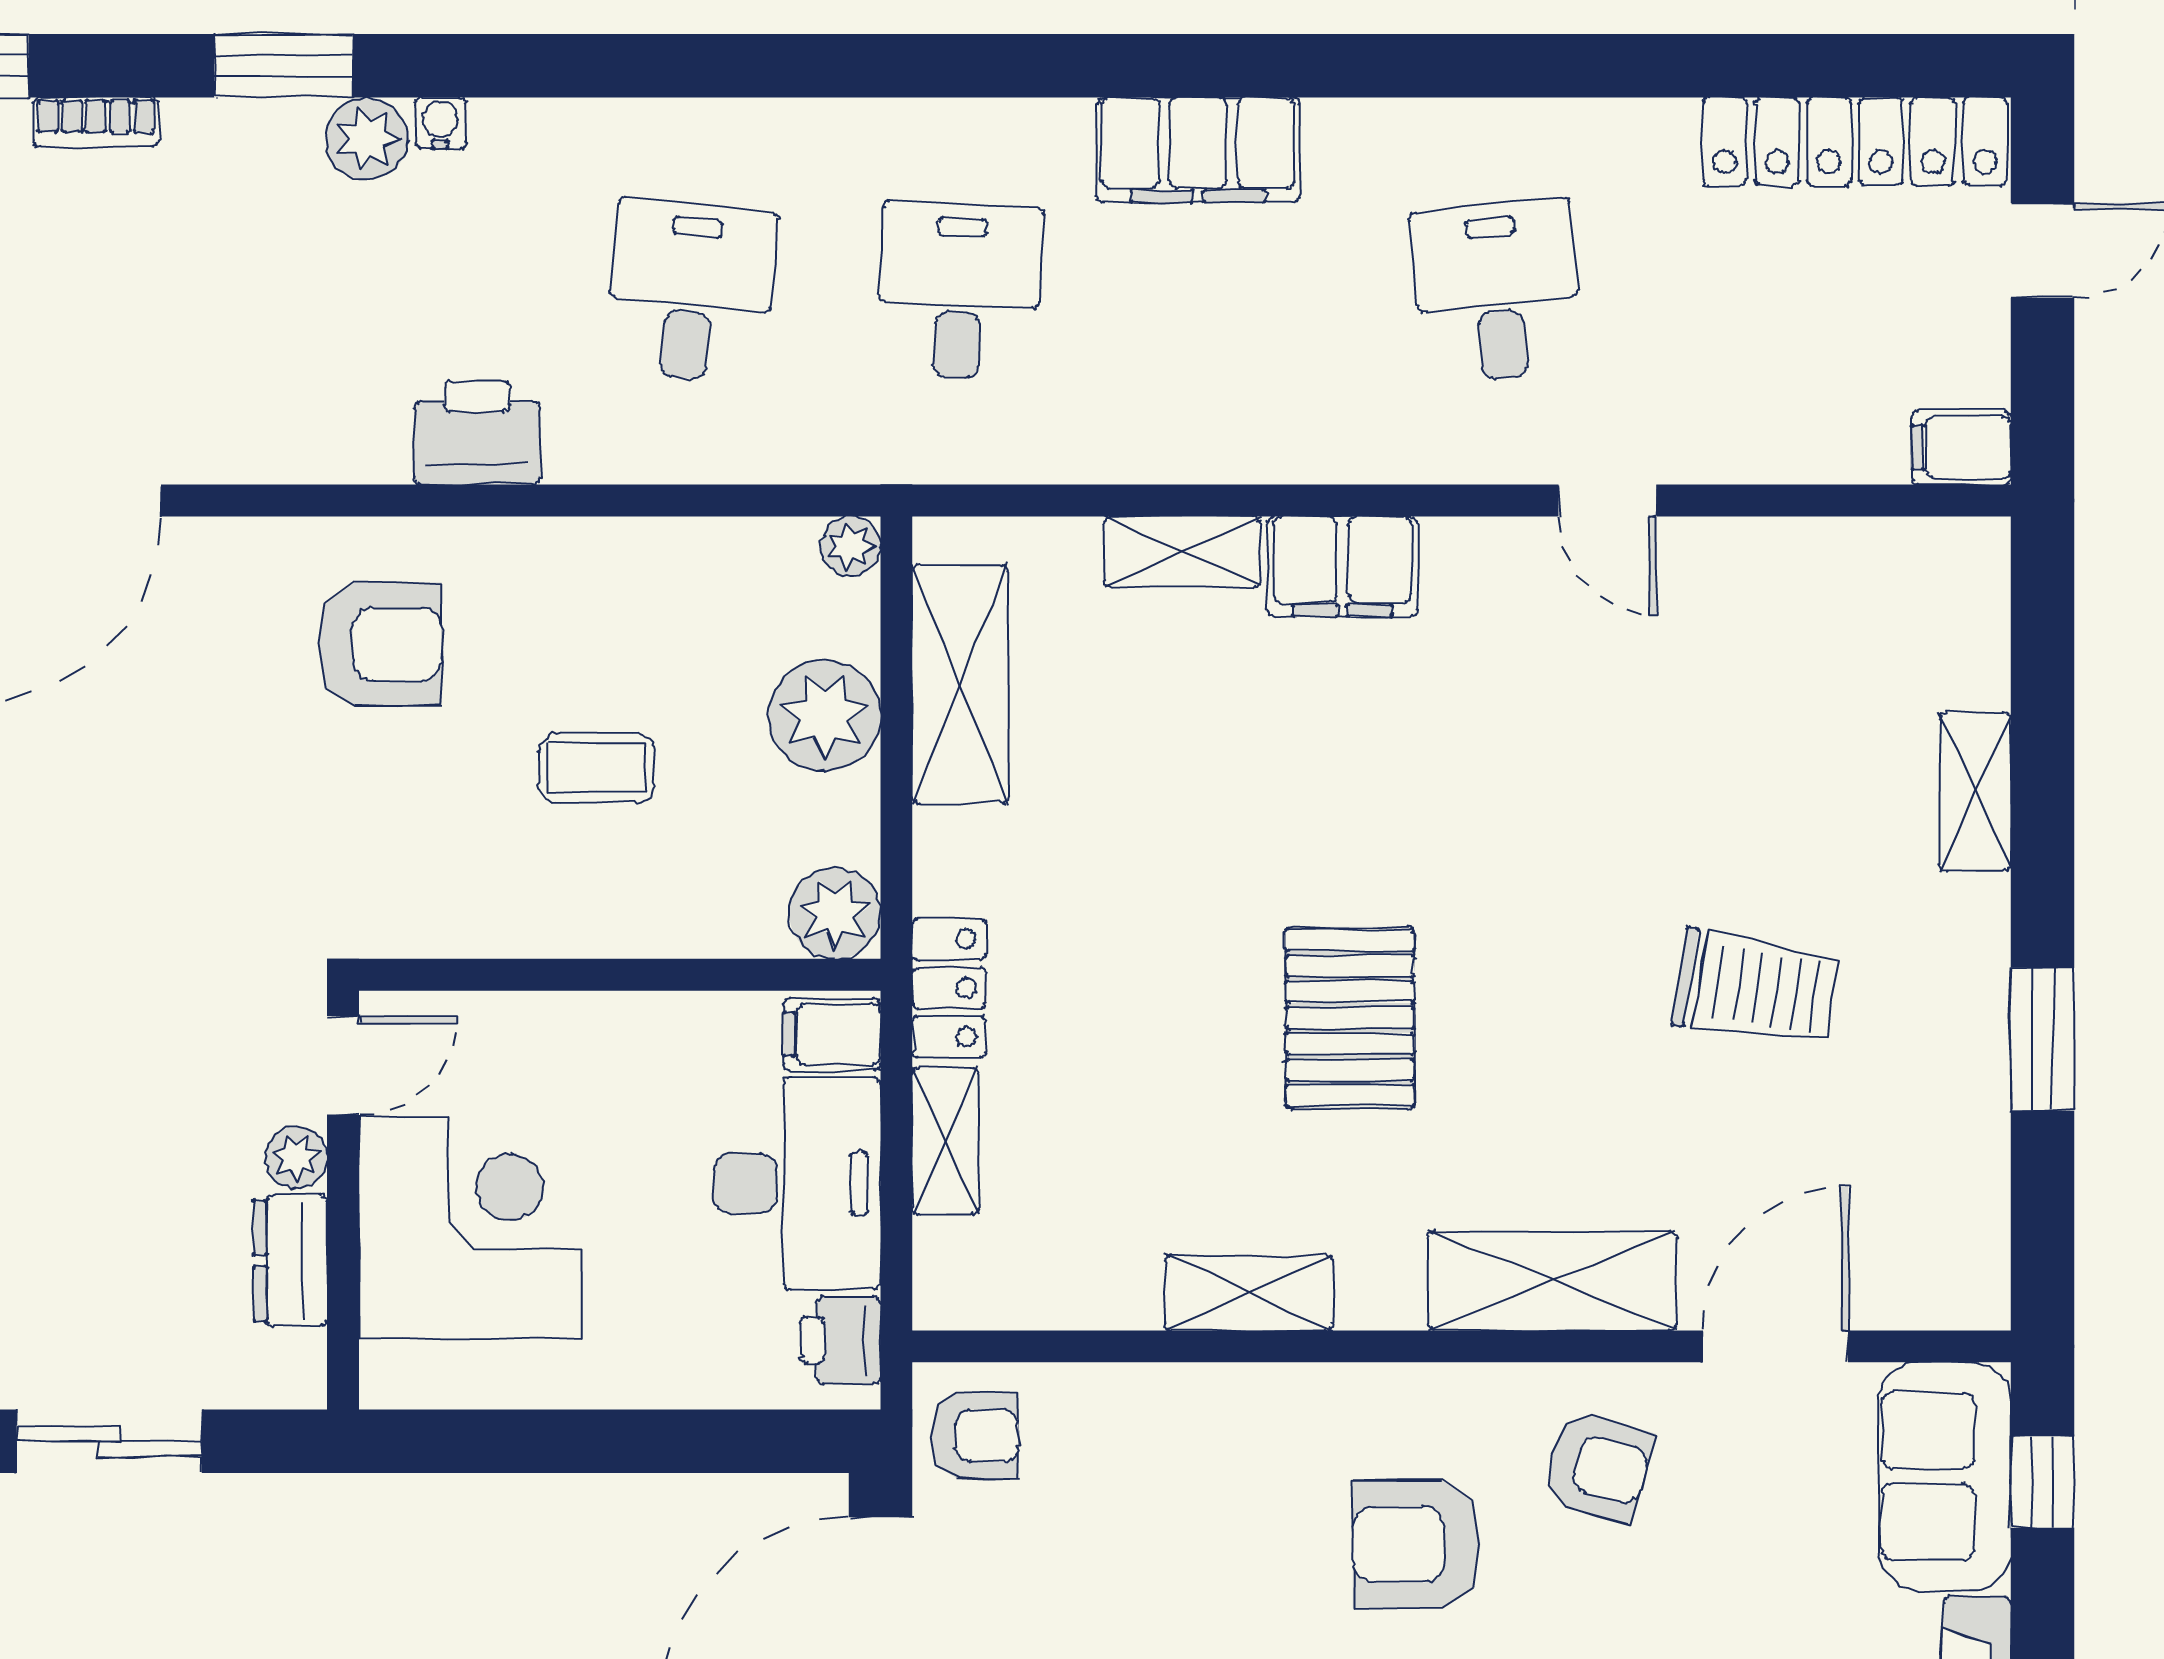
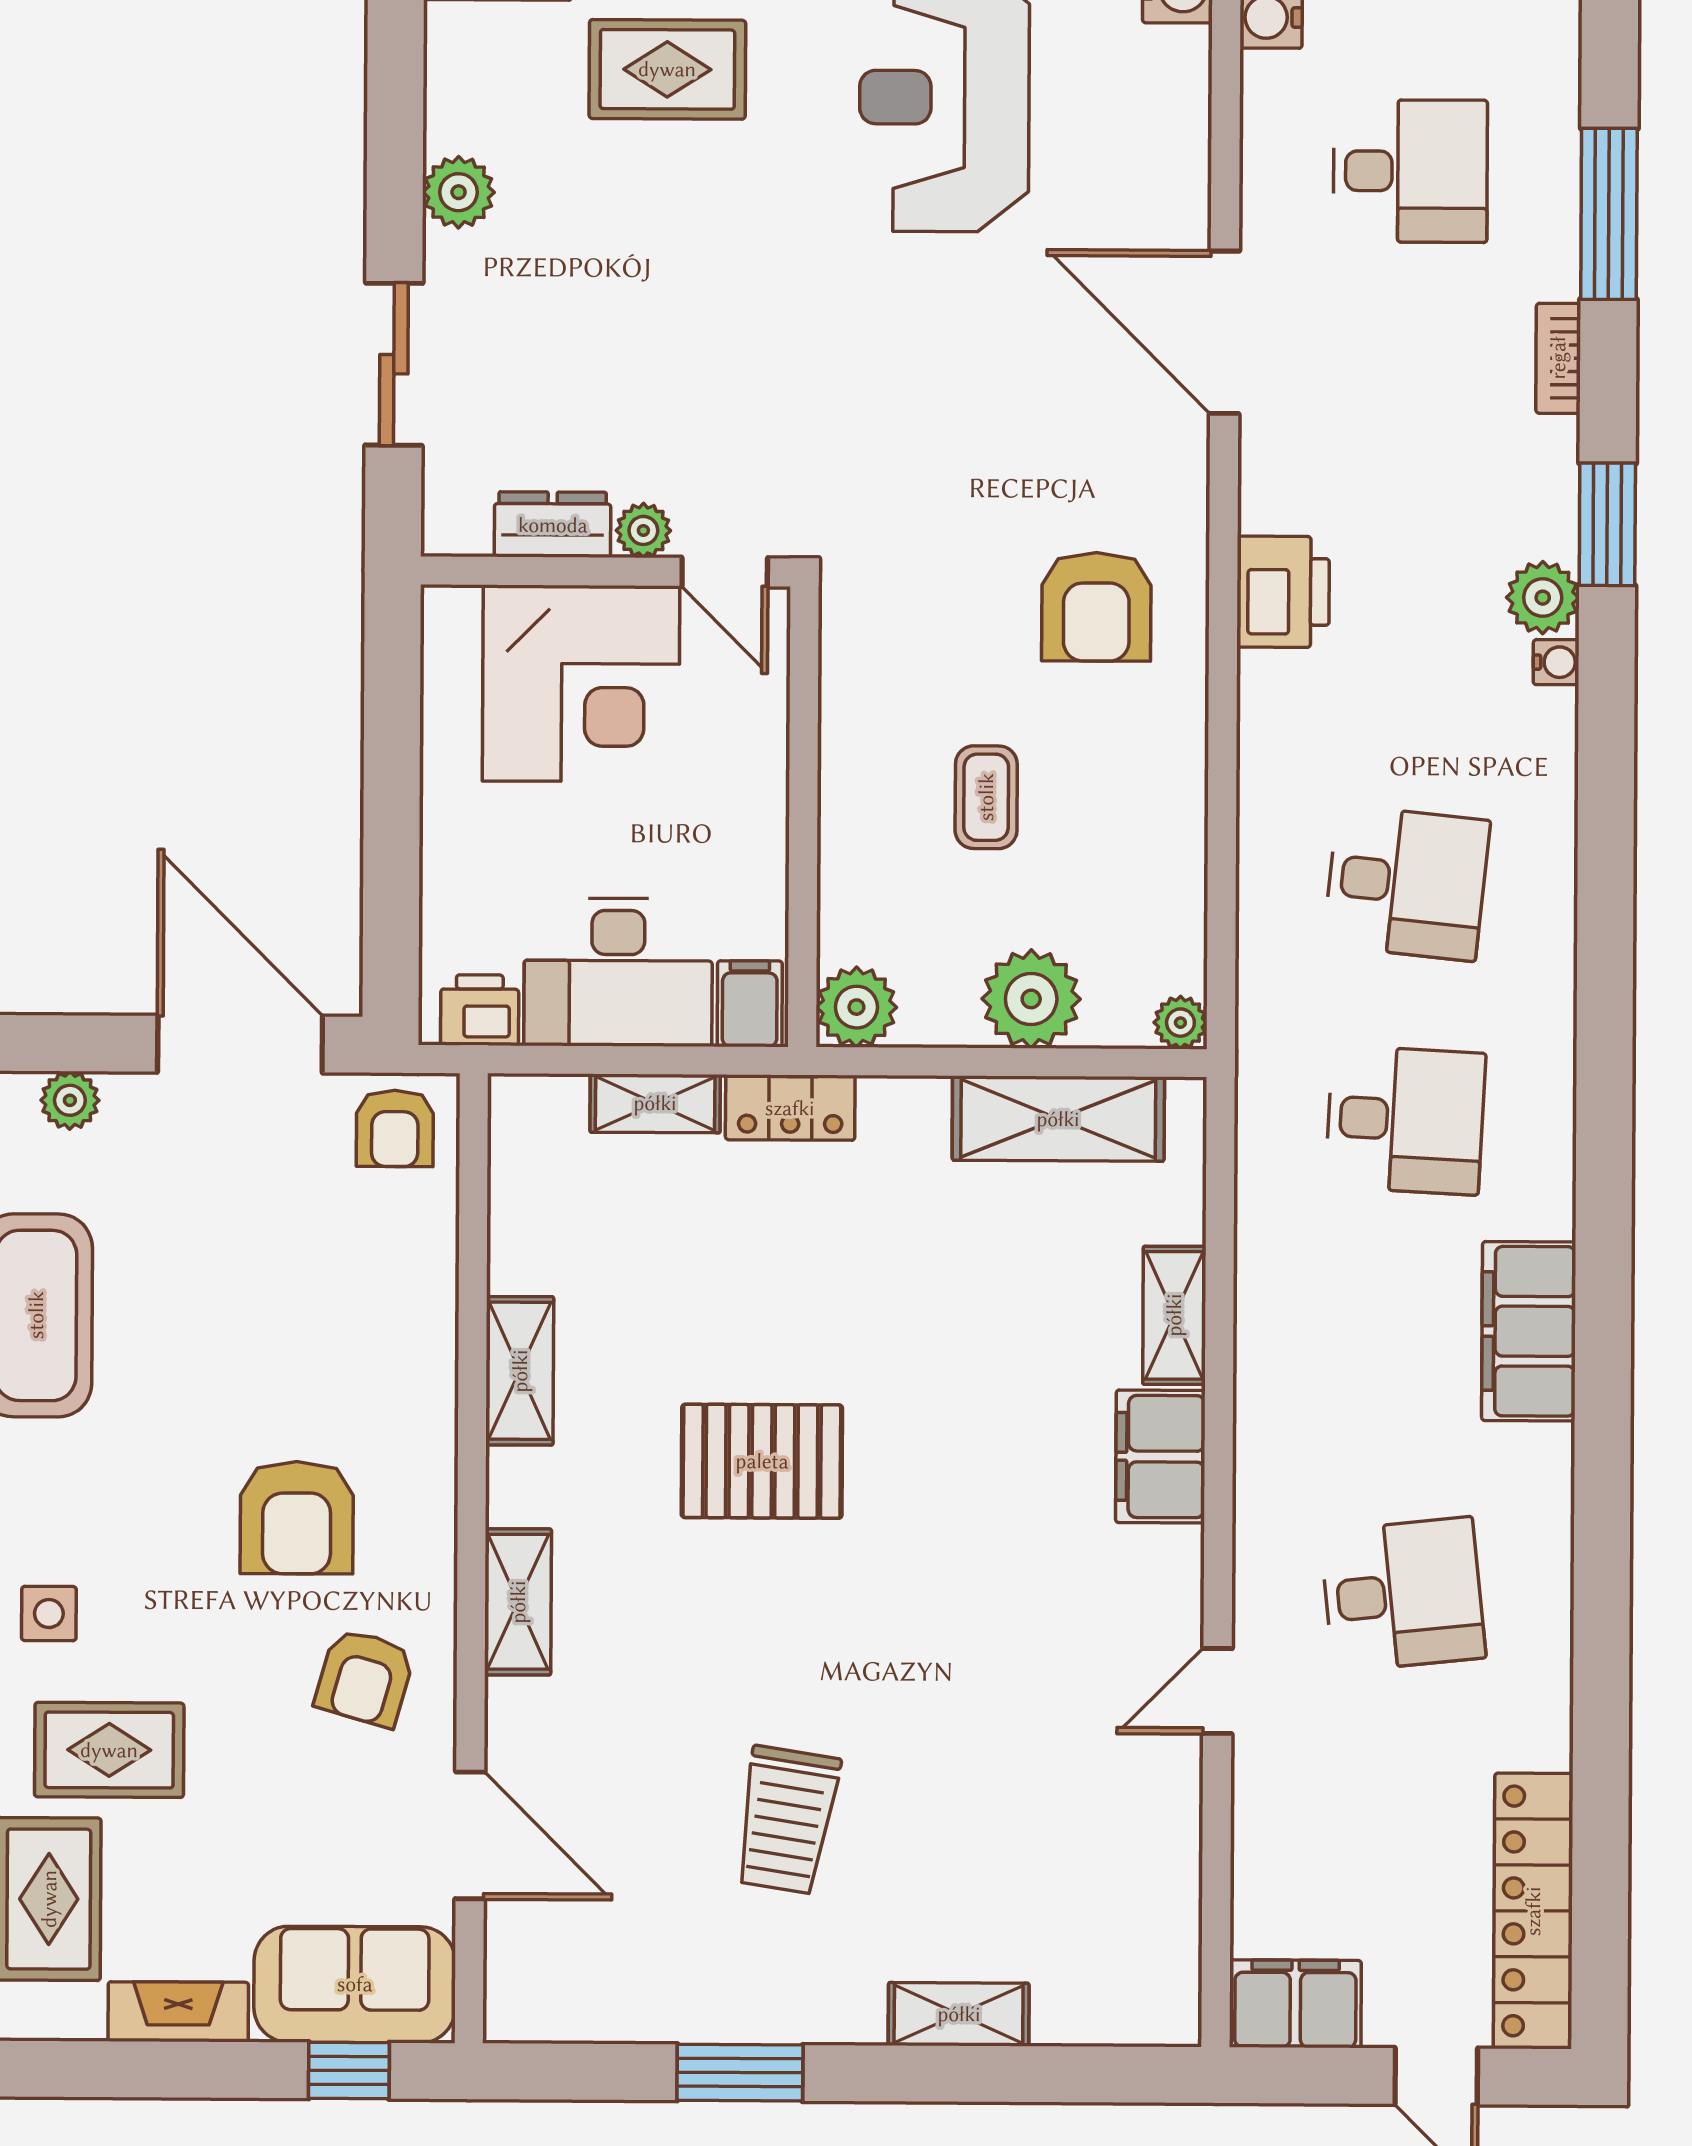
printer: (477, 433) -> (1283, 592), moved
filing cabinet: (1961, 448) -> (1295, 2004), width x2.00
shelving: (1552, 1281) -> (518, 1602), width x0.67, depth x0.75
armchair: (1417, 1544) -> (297, 1518), turned 180

